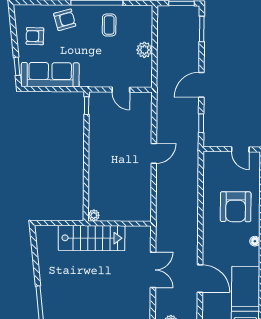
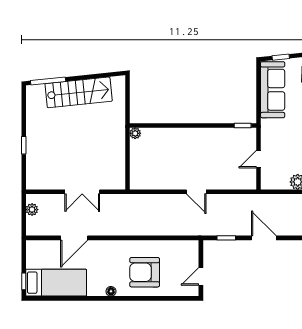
stairs: (92, 238) -> (79, 92), moved, turned -96

